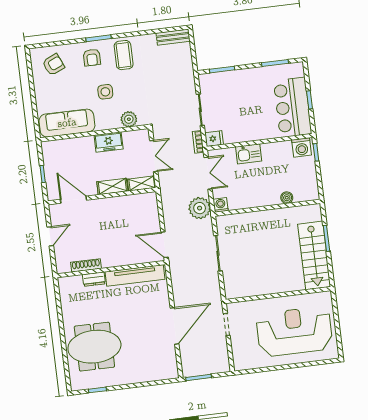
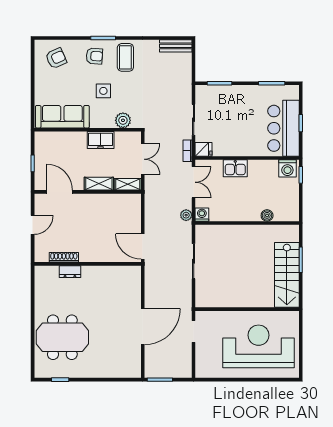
armchair: (92, 58) -> (94, 56), turned -86
plant: (200, 208) -> (186, 215), width x0.53, depth x0.53
tv unit: (135, 275) -> (110, 273), removed

